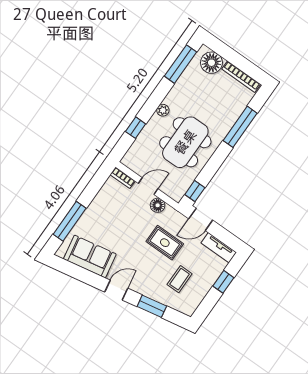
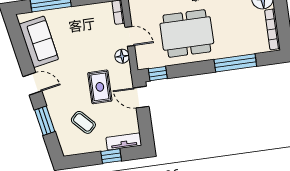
tv unit: (219, 248) -> (124, 142), moved, turned 90
coffee table: (180, 279) -> (83, 122), turned 46

